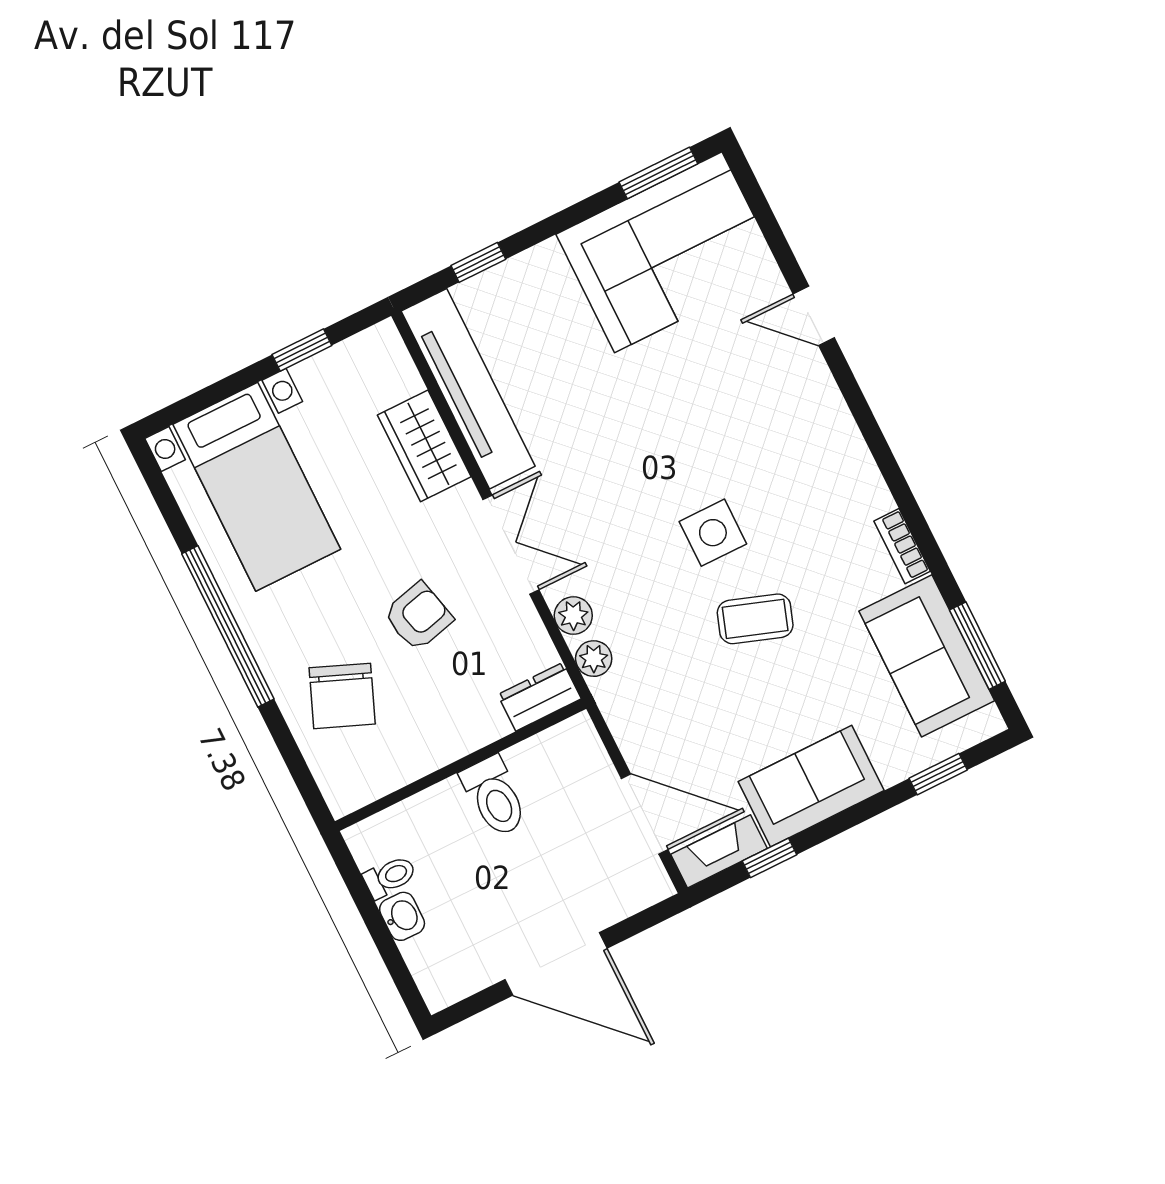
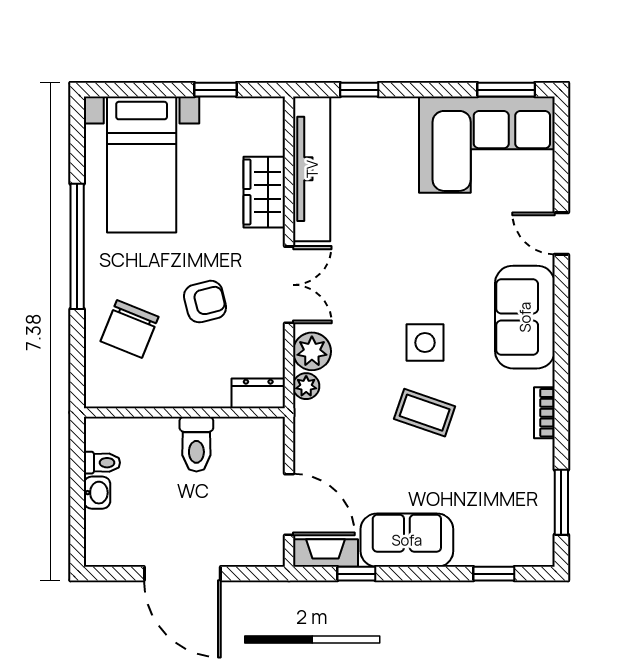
plant: (573, 616) -> (312, 351), width x1.38, depth x1.38
sofa: (927, 656) -> (525, 317), moved

